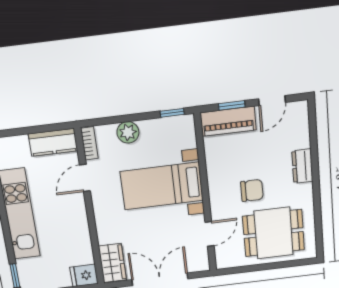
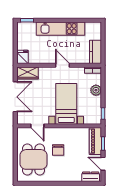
dresser: (302, 166) -> (91, 177), moved
door: (85, 178) -> (62, 65), moved

